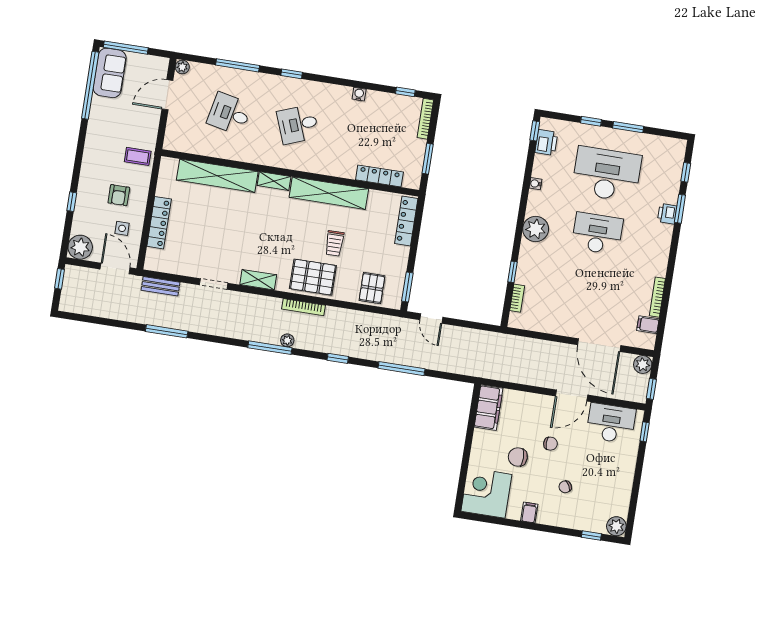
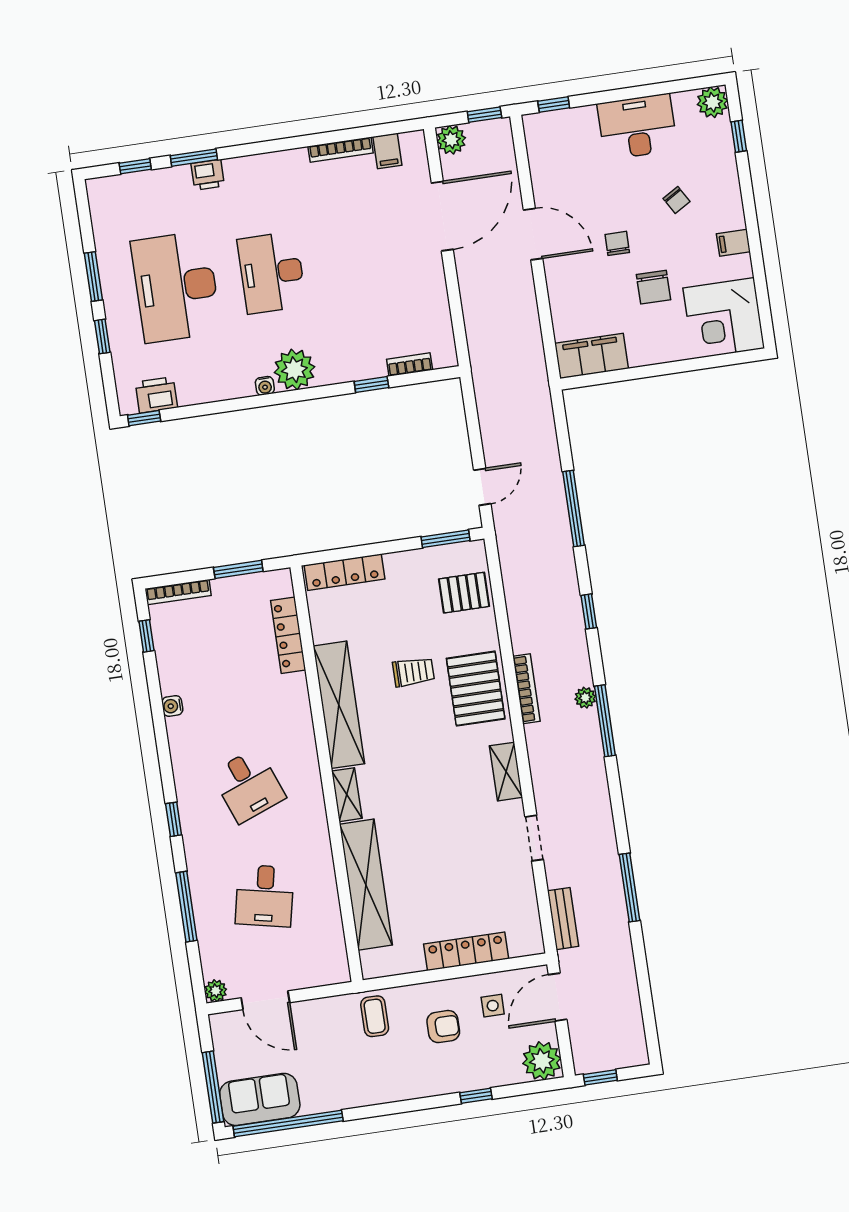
water cooler: (535, 184) -> (265, 386), moved
desk: (611, 423) -> (637, 127), moved, turned 90

